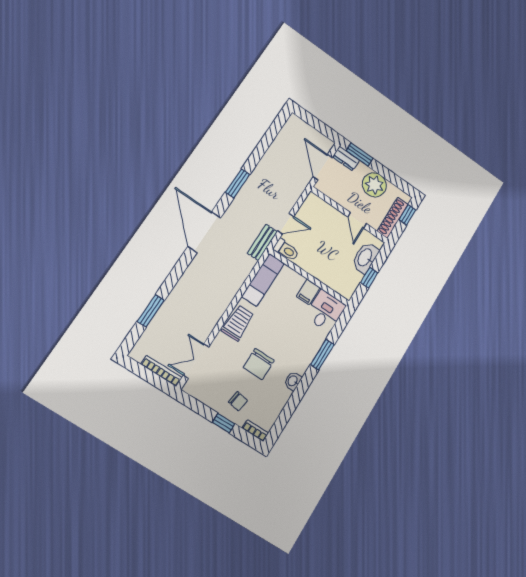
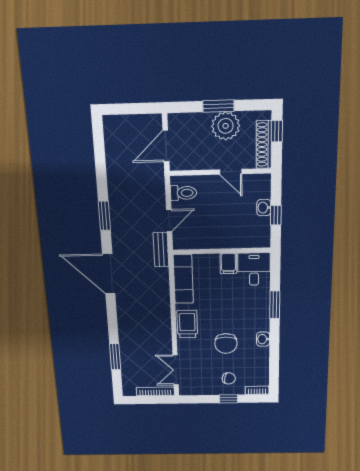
window: (360, 155) -> (218, 106), moved
dresser: (346, 159) -> (182, 121), removed
door: (323, 167) -> (166, 146), hinge flipped
toilet: (286, 250) -> (183, 193), moved
washbasin: (365, 258) -> (264, 208), width x0.52, depth x0.69

